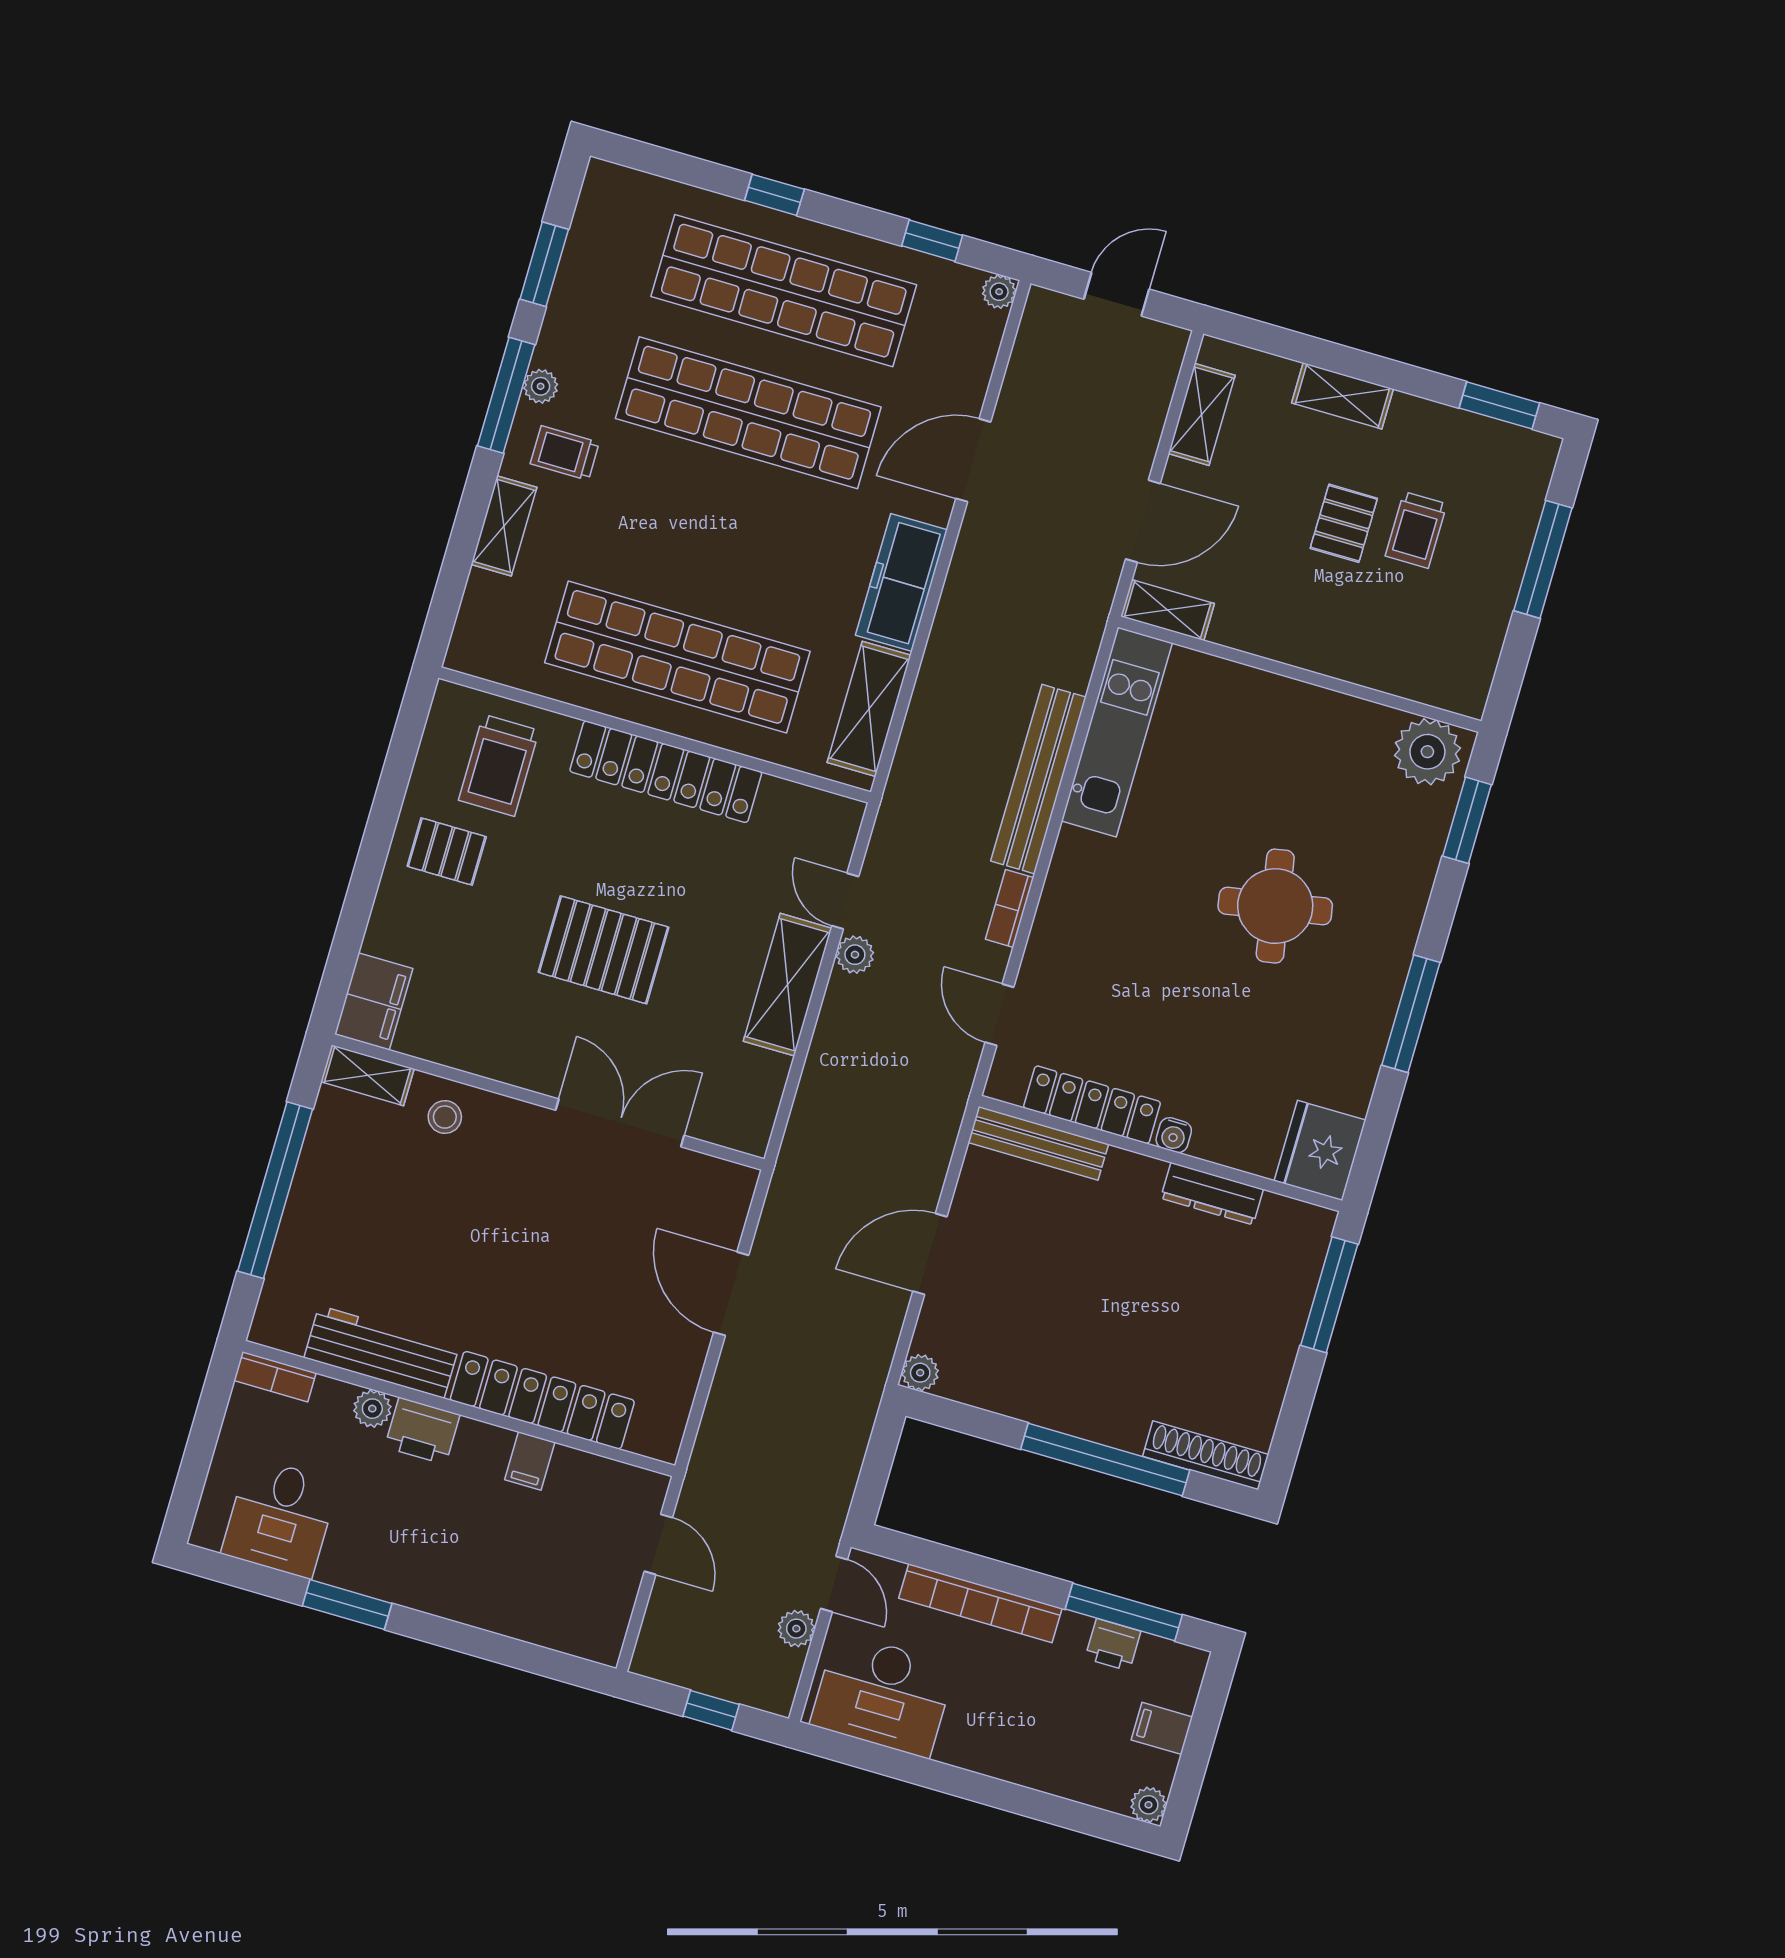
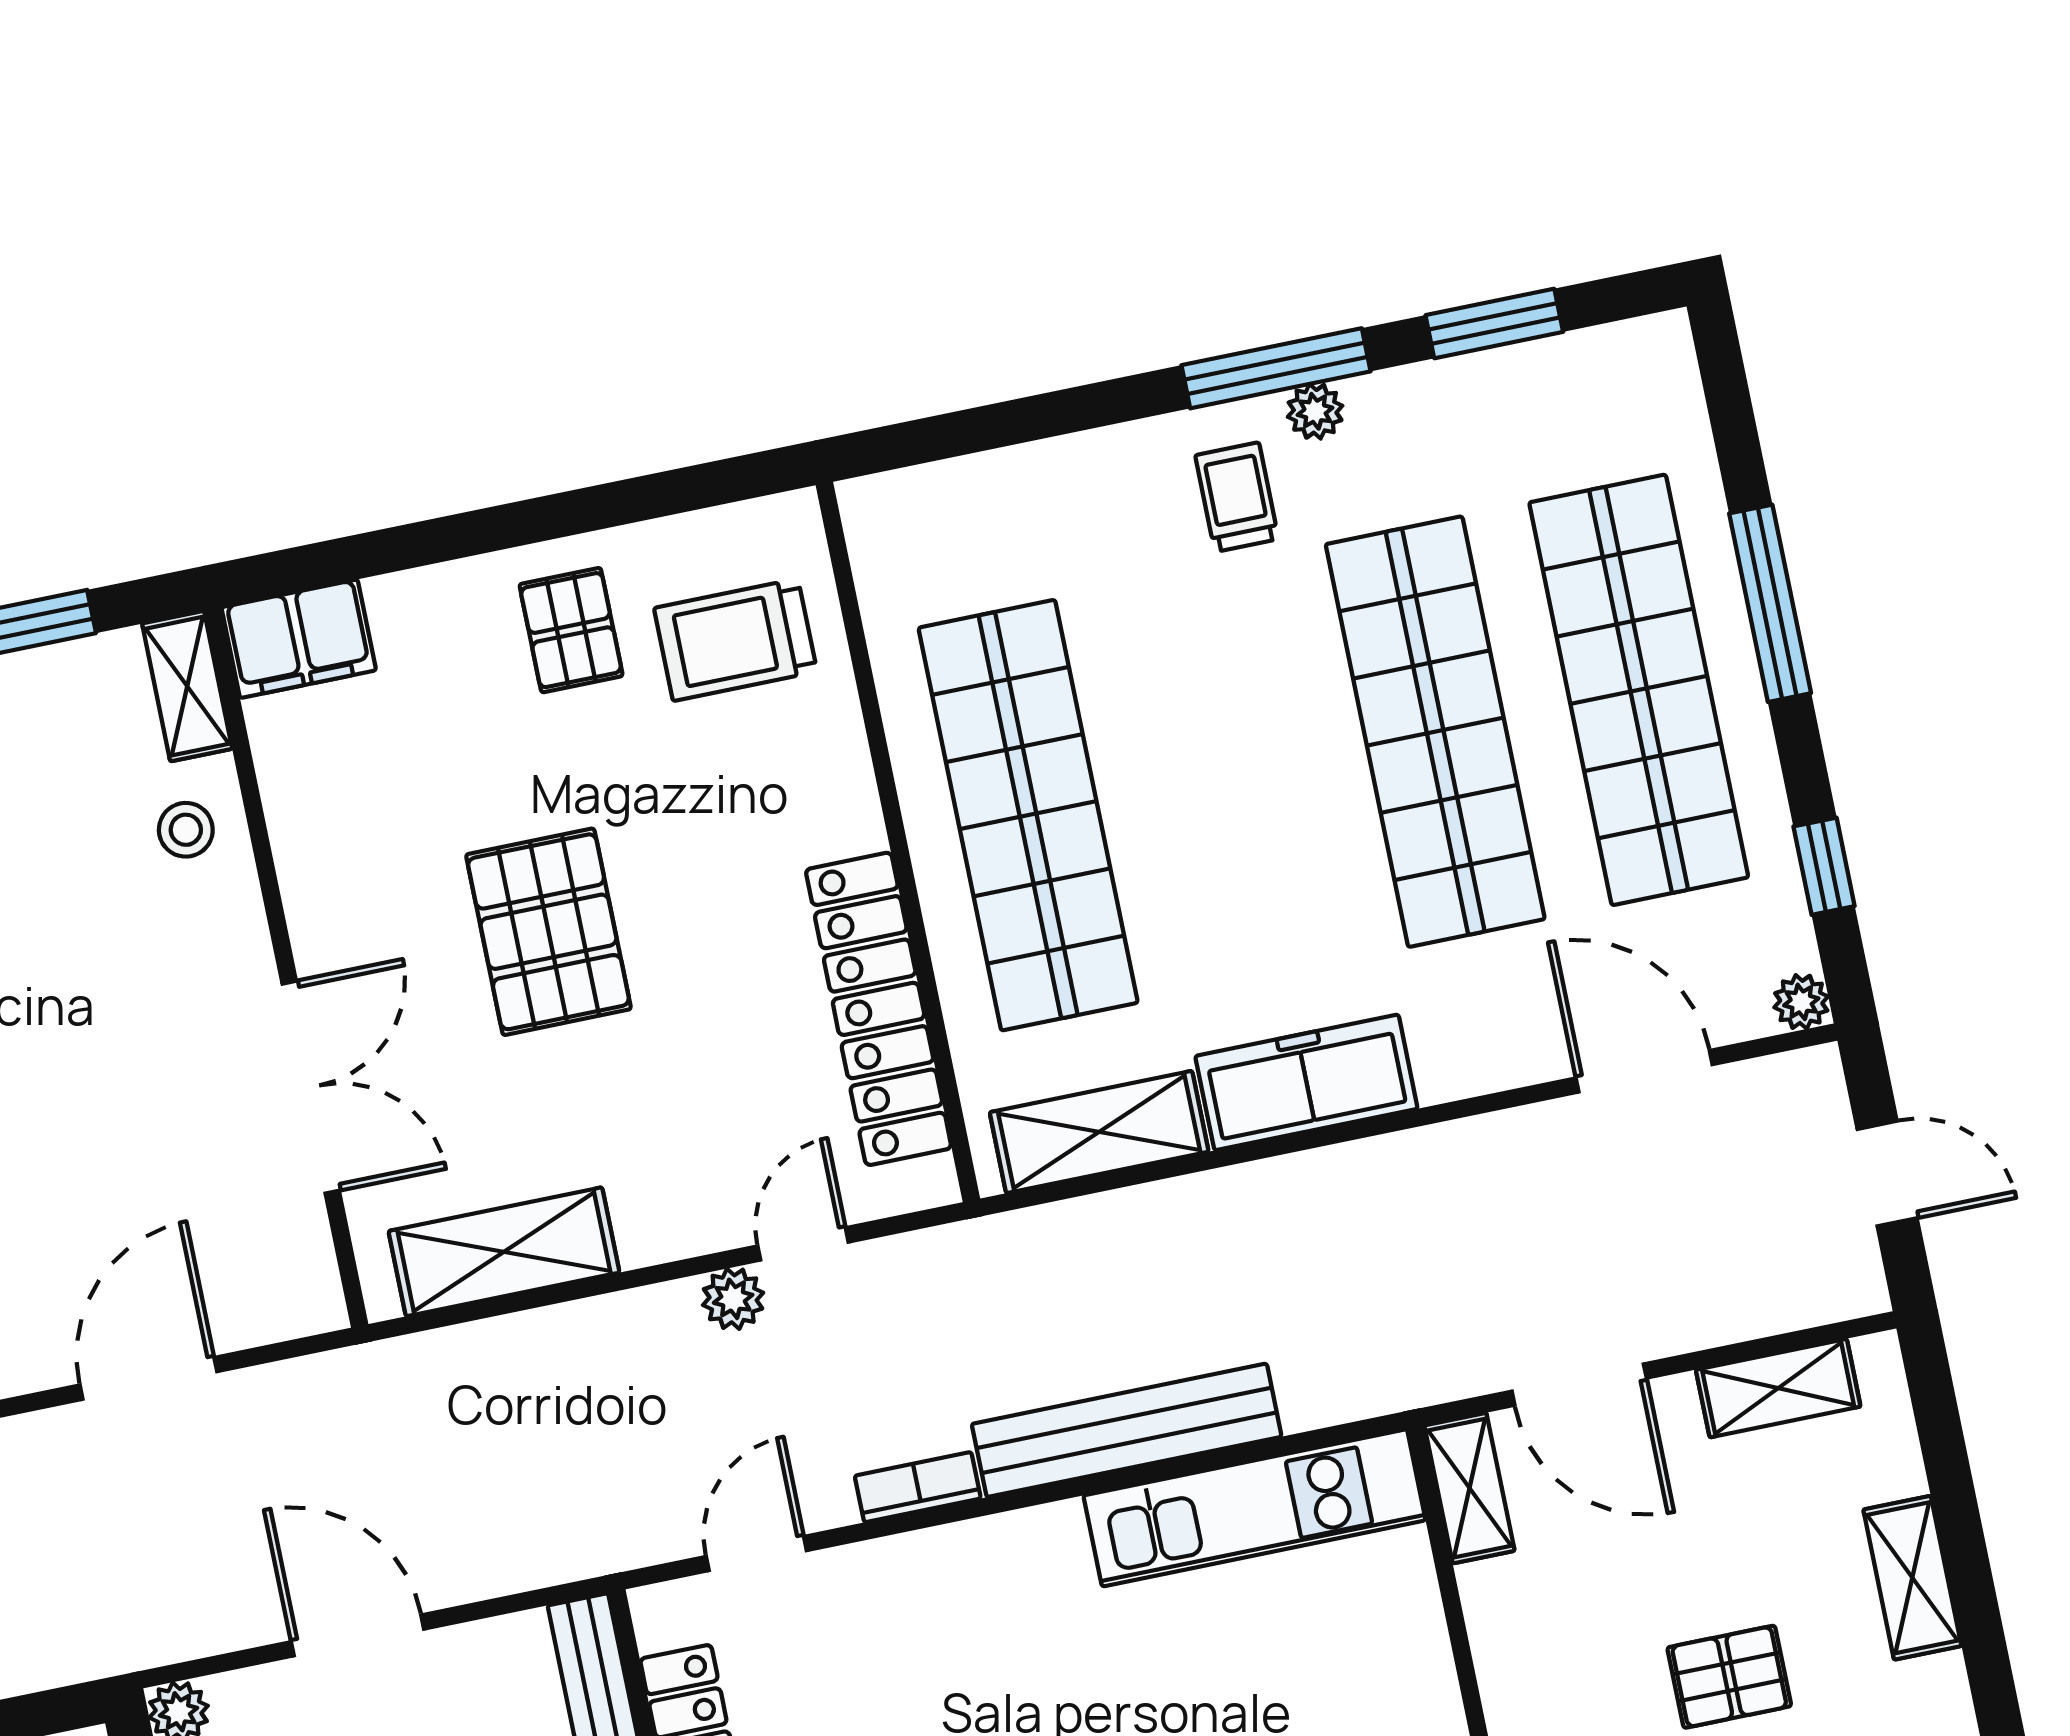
window: (774, 195) -> (1770, 603), width x2.17
door: (973, 460) -> (1644, 1071), moved
shelving: (504, 526) -> (1085, 465), removed
locker: (666, 772) -> (879, 1009), moved
shelving: (787, 985) -> (504, 1252), moved

